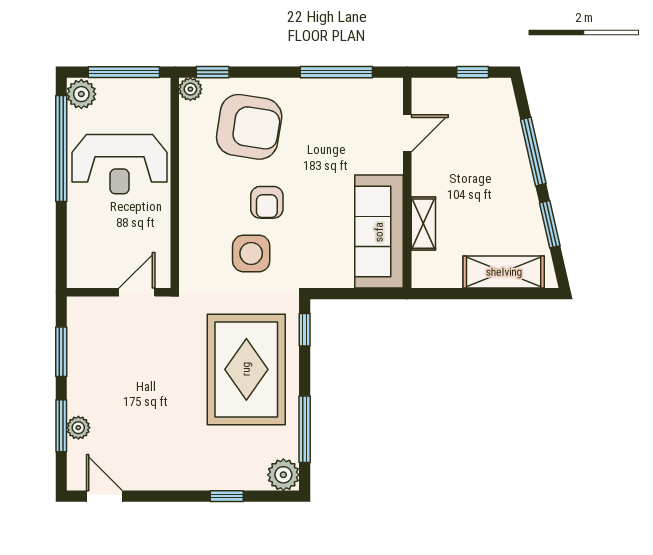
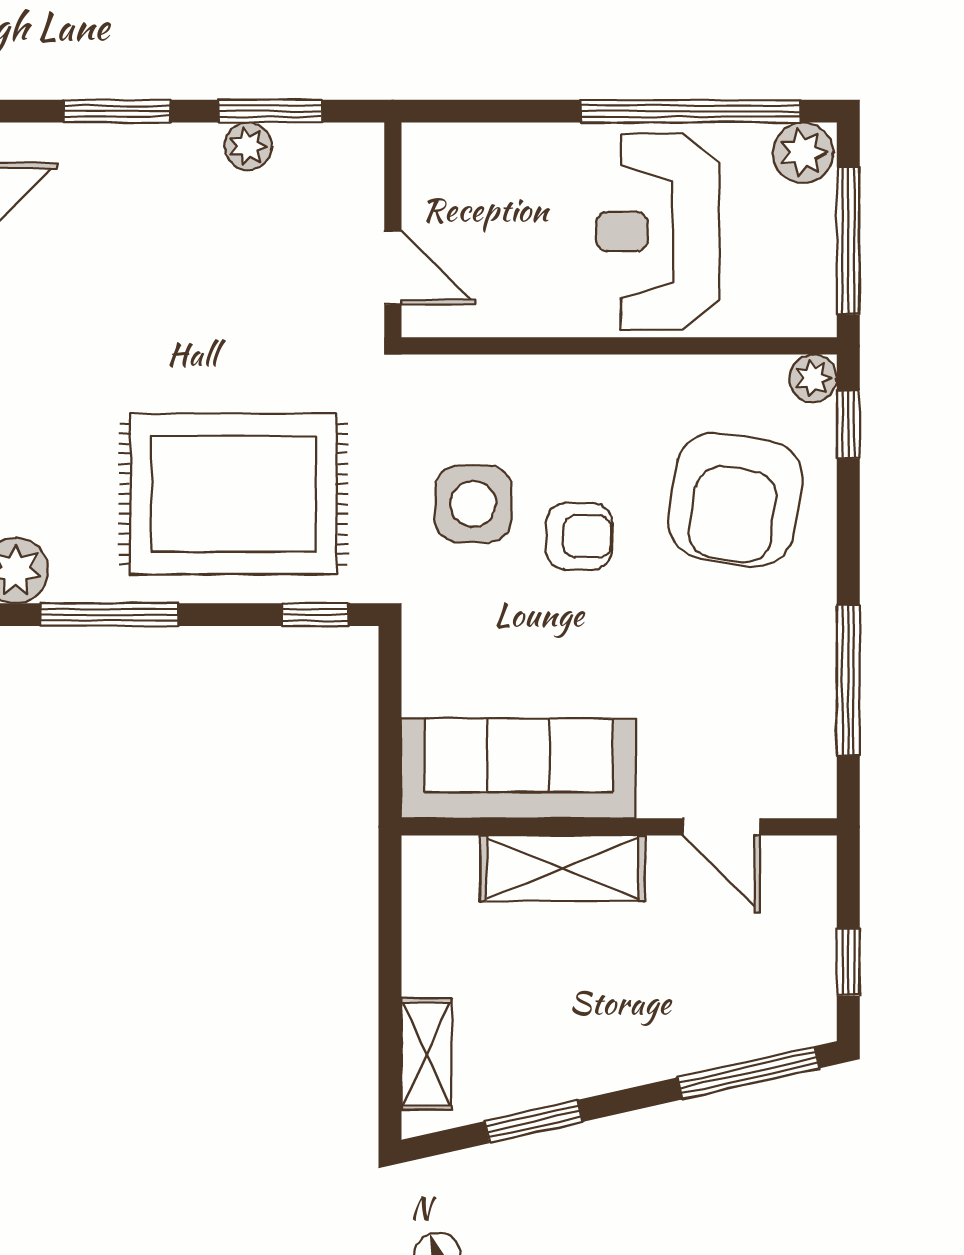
window: (533, 152) -> (748, 1073), moved
armchair: (267, 202) -> (579, 536), turned 180
shelving: (423, 224) -> (563, 868), width x1.50, depth x1.33
shelving: (504, 272) -> (426, 1054), width x0.67, depth x0.75
plant: (78, 428) -> (248, 146), moved

